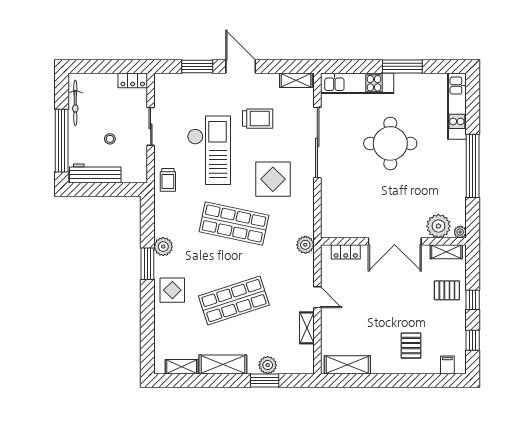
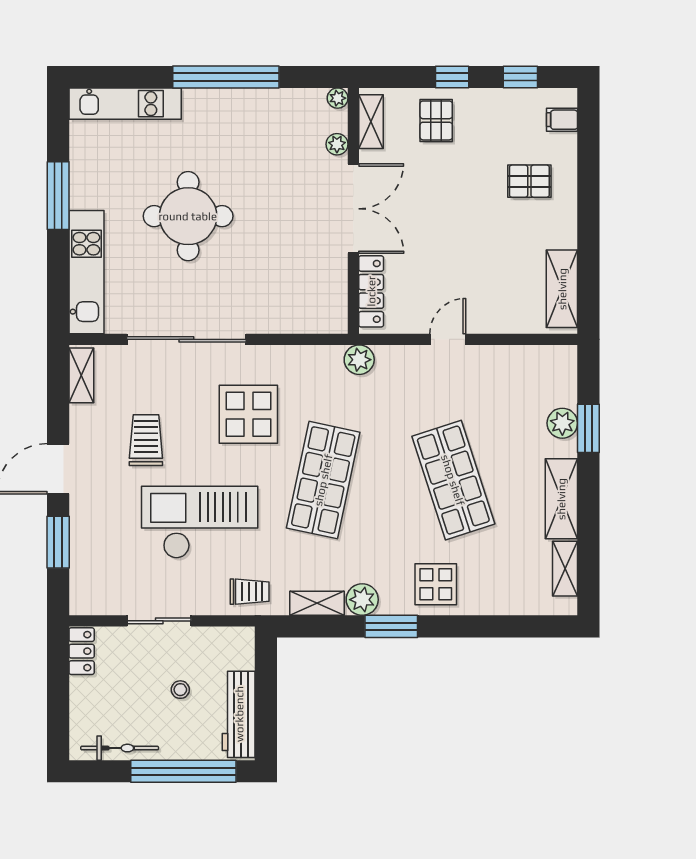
plant: (438, 226) -> (337, 144), width x0.53, depth x0.53
locker: (346, 252) -> (371, 291), width x1.53
shelving: (307, 328) -> (317, 603), moved

